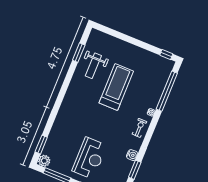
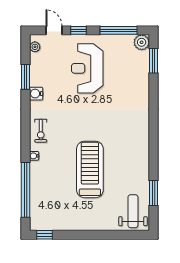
weight bench: (93, 66) -> (133, 211), moved
treadmill: (116, 87) -> (90, 169), turned 180

